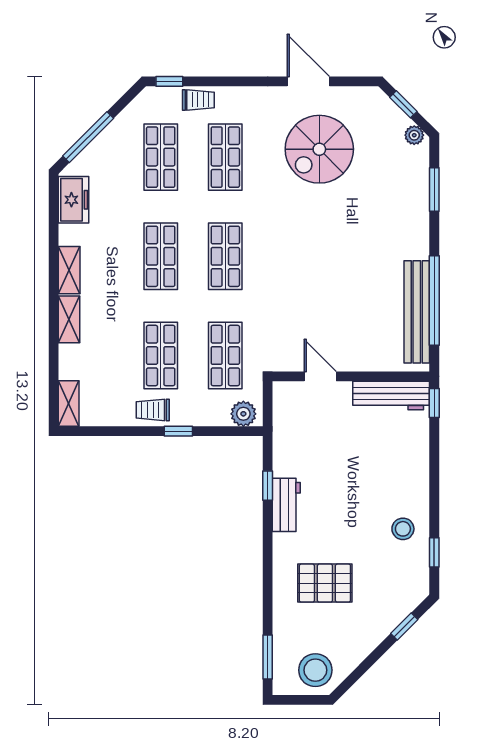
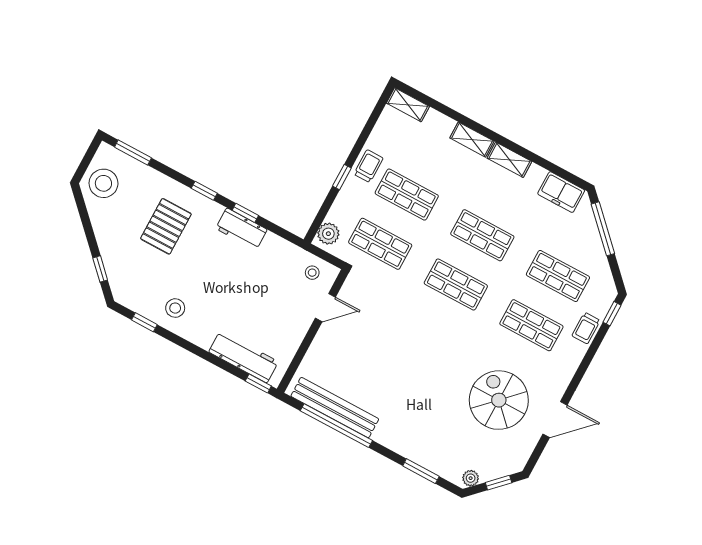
workbench: (391, 396) -> (244, 357), moved, turned 90
stool: (292, 409) -> (312, 273), added
window: (268, 486) -> (245, 213), moved
window: (268, 564) -> (204, 191), added

